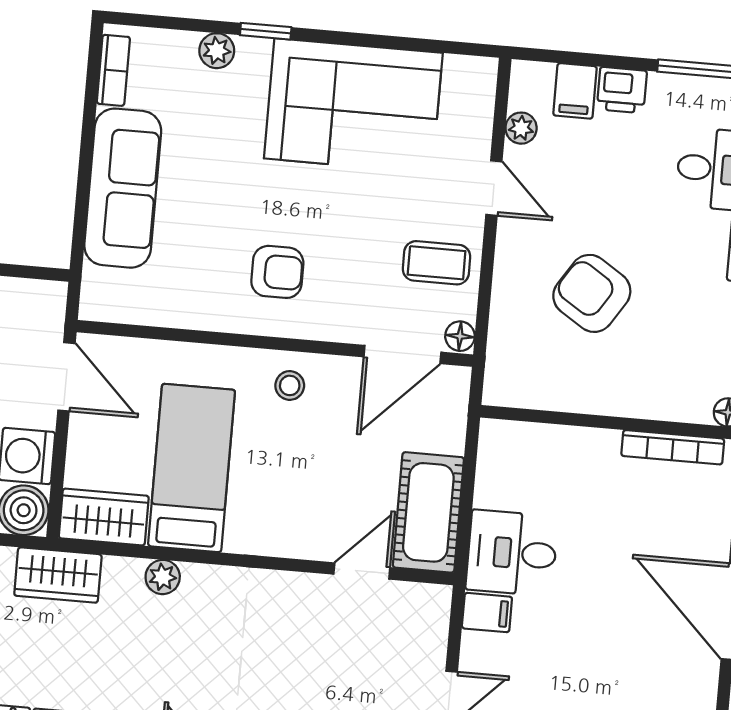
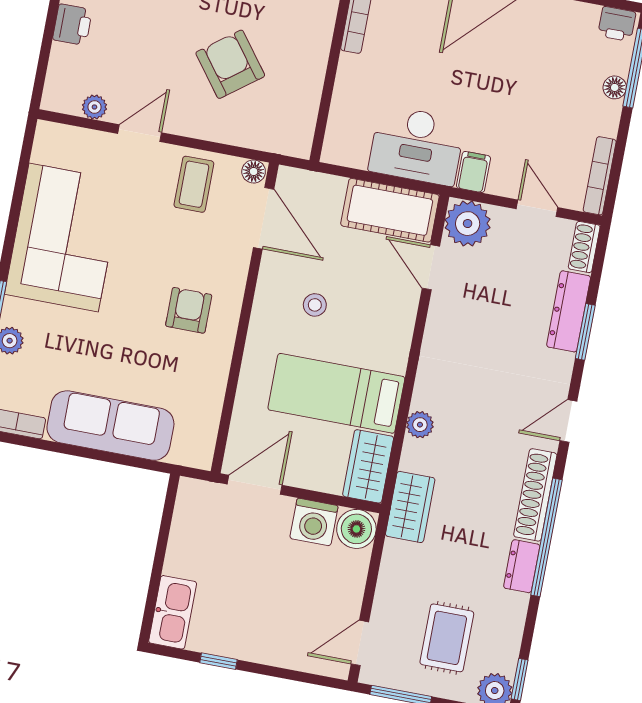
filing cabinet: (575, 91) -> (69, 62), removed
armchair: (592, 293) -> (230, 64), turned 110
stool: (290, 385) -> (315, 305), moved
desk: (512, 553) -> (417, 145), width x1.37
plant: (421, 612) -> (468, 224), added

